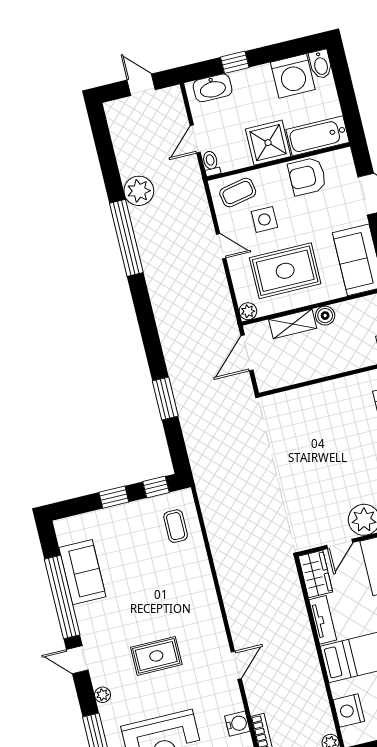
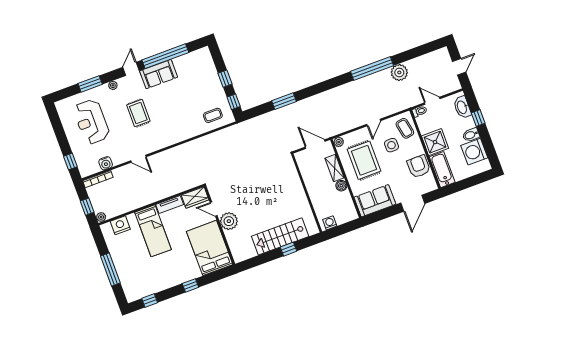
bidet: (321, 64) -> (471, 135), moved
sofa: (82, 572) -> (159, 74), moved

